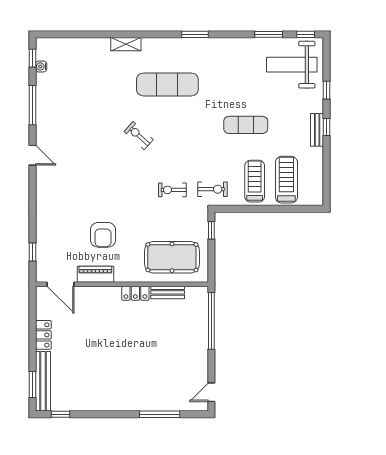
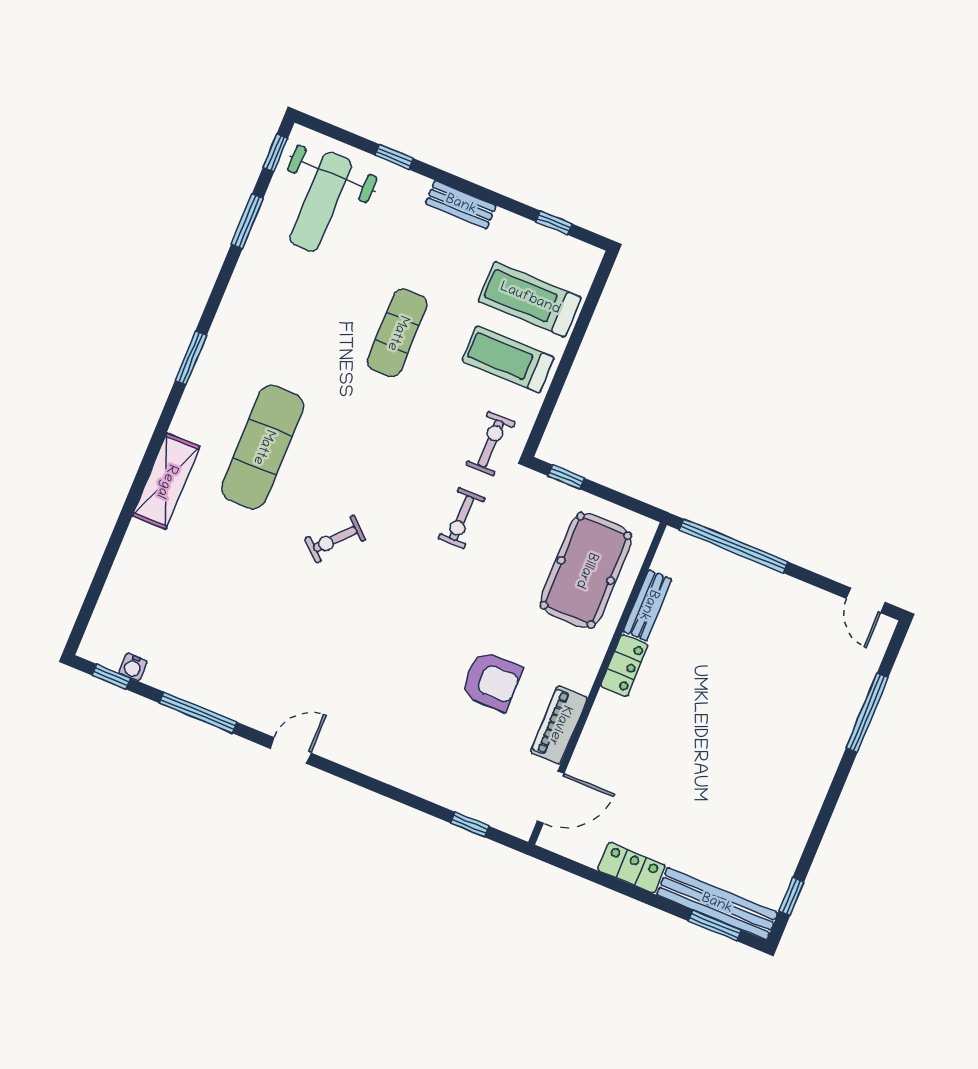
shelving: (126, 44) -> (166, 481), width x1.50, depth x1.33
window: (326, 127) -> (554, 223), moved

